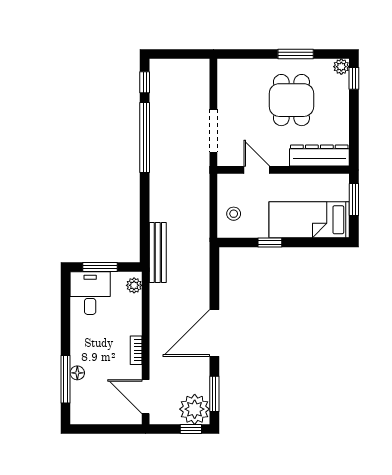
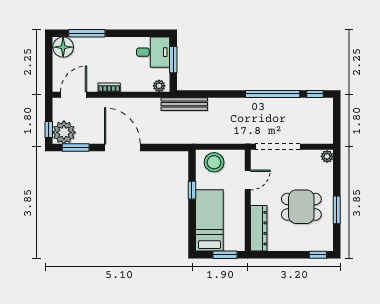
plant: (341, 67) -> (327, 156), moved
doorway: (213, 131) -> (278, 147), width x1.36
stool: (234, 214) -> (214, 162), width x1.89, depth x1.89
floor lamp: (77, 373) -> (63, 47), moved, width x1.89, depth x1.89

